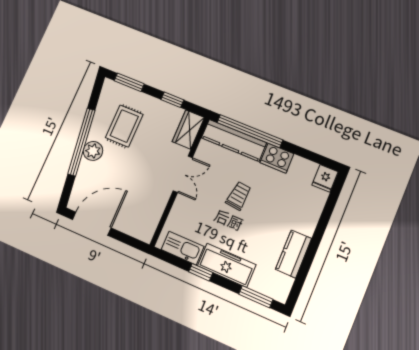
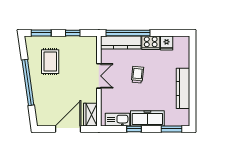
wardrobe: (188, 129) -> (90, 115), moved
plant: (93, 151) -> (38, 85), removed
fridge: (325, 178) -> (167, 43), moved
door: (92, 224) -> (68, 129), moved
kitchen counter: (293, 254) -> (183, 88), width x1.50

